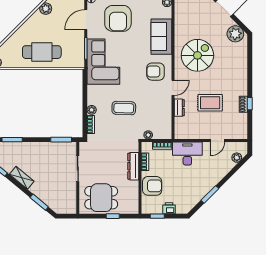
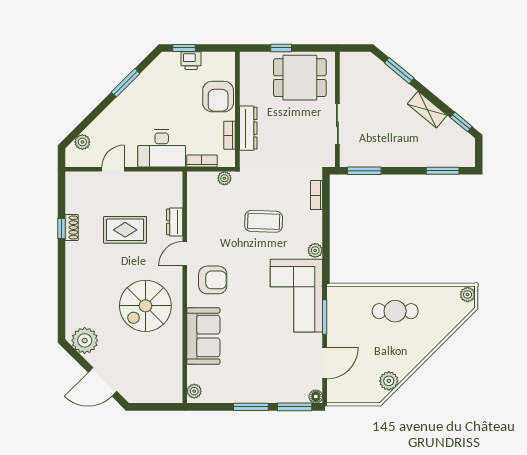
armchair: (118, 18) -> (273, 365), removed
cafe table: (42, 52) -> (395, 311), width x0.73, depth x0.74
plant: (92, 110) -> (315, 250), moved
armchair: (152, 186) -> (218, 97), turned -90
window: (157, 216) -> (184, 48), moved

